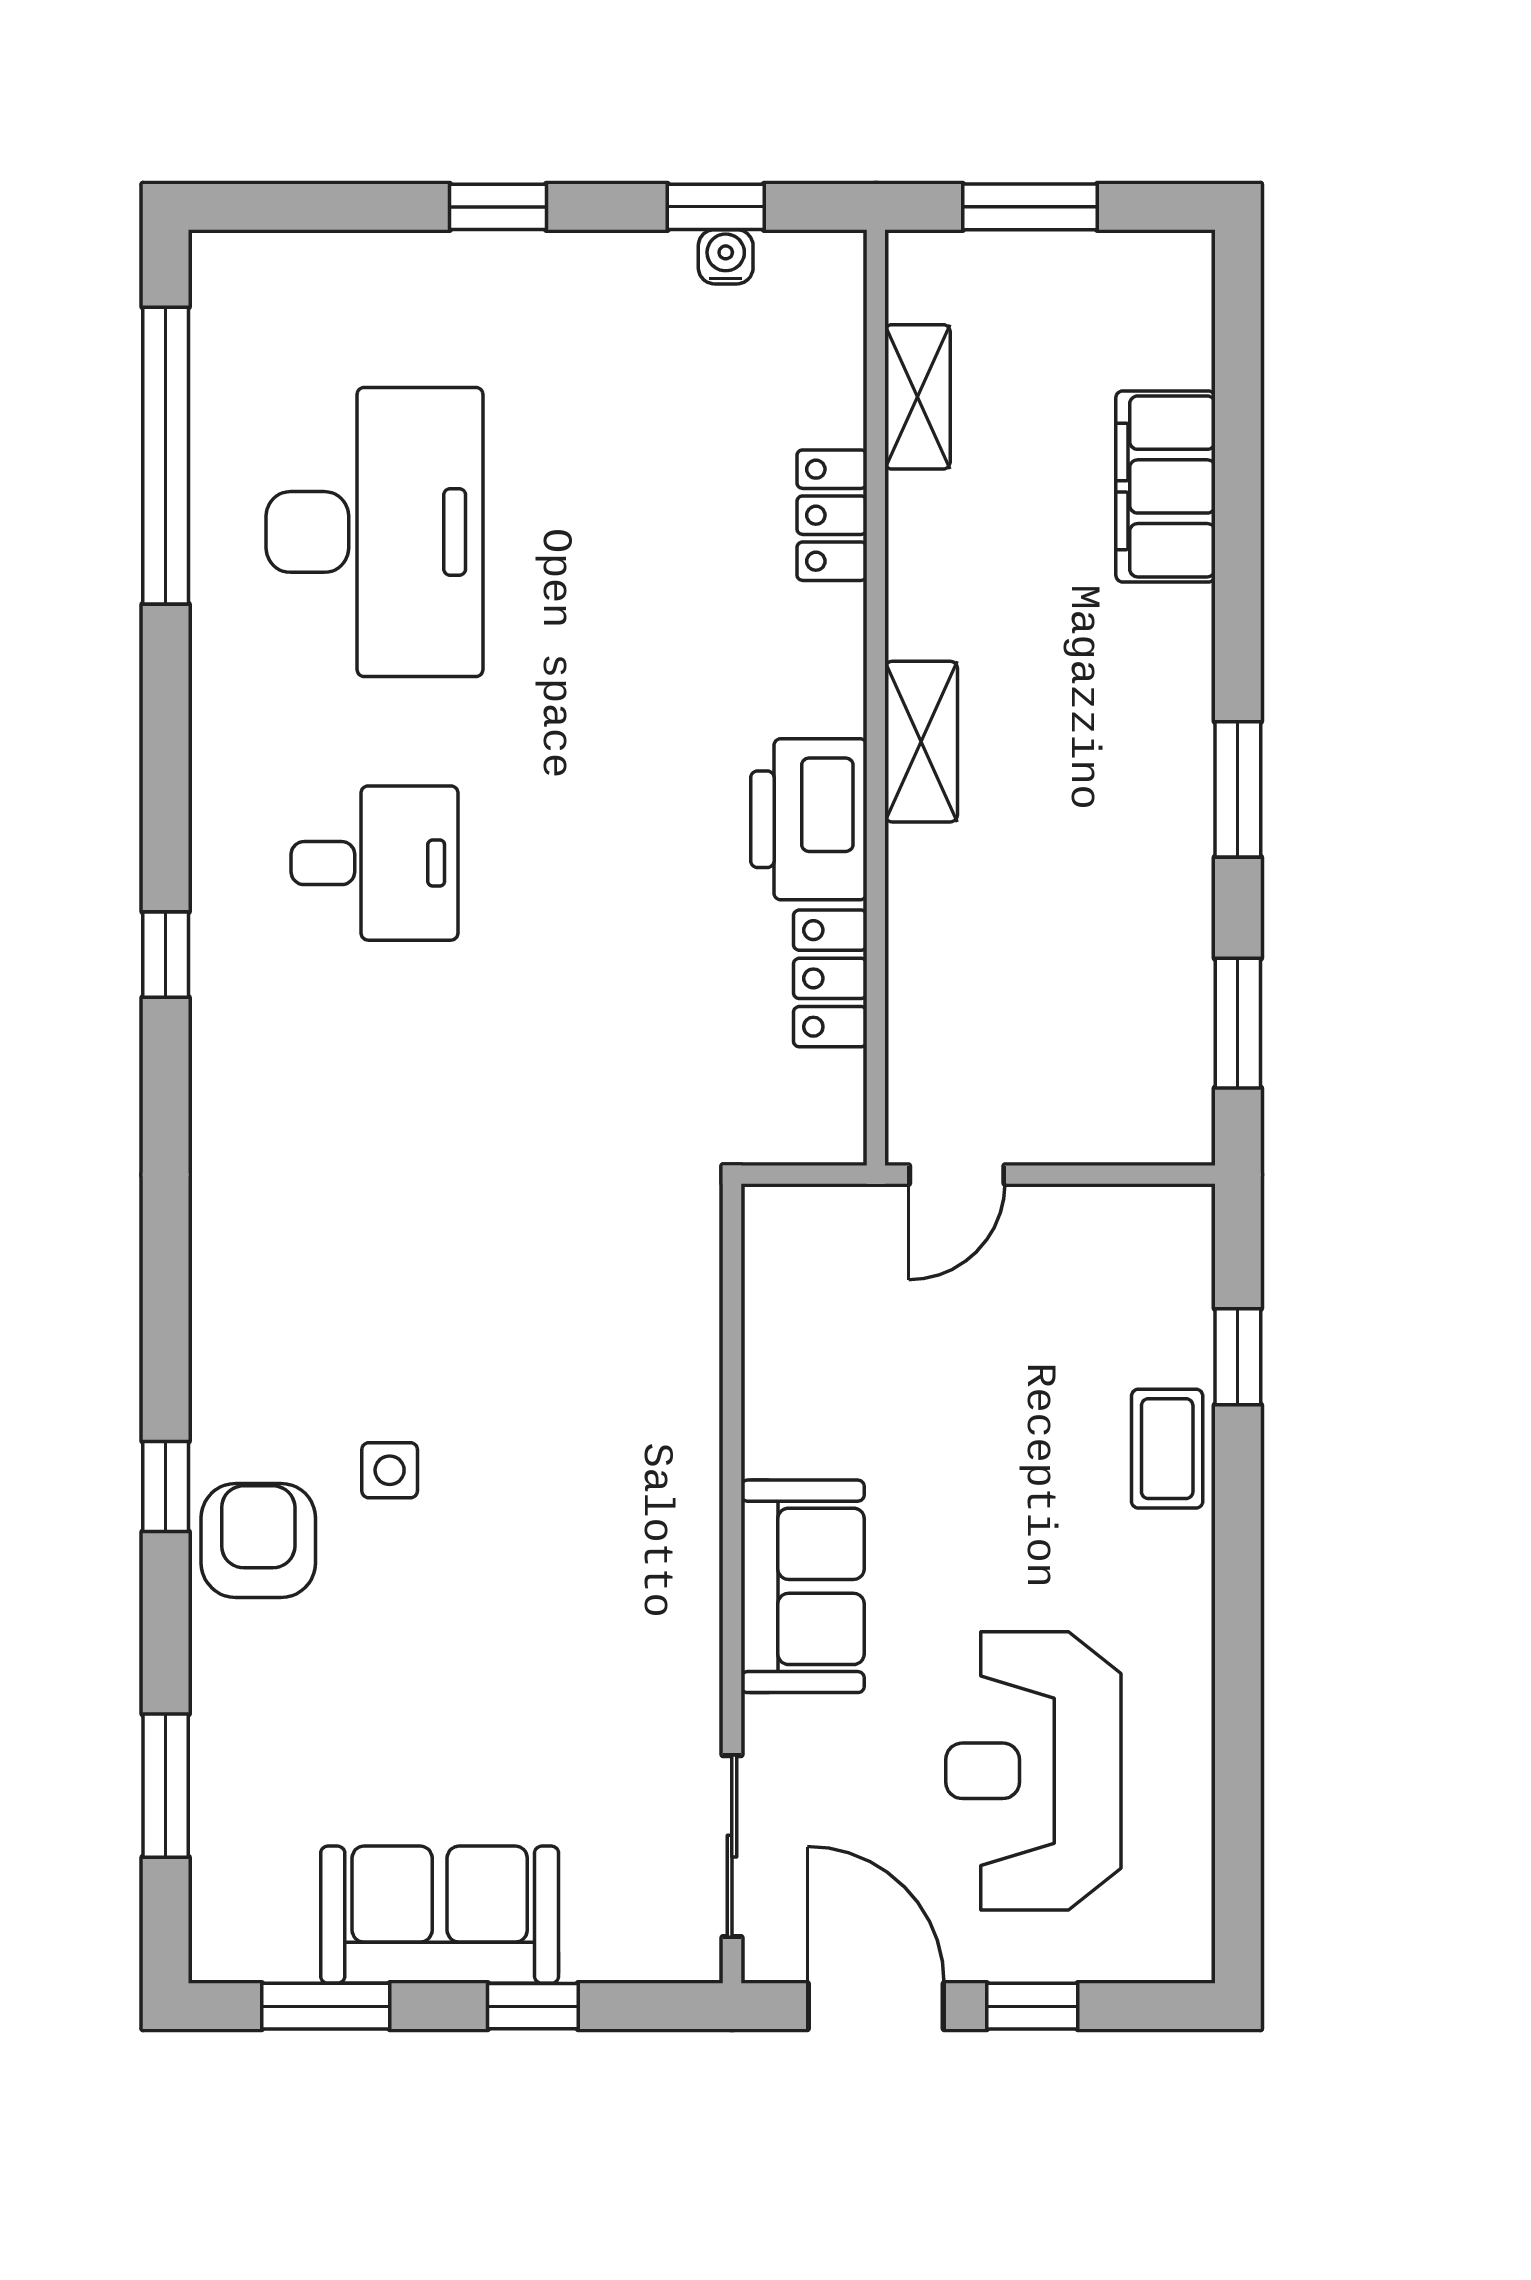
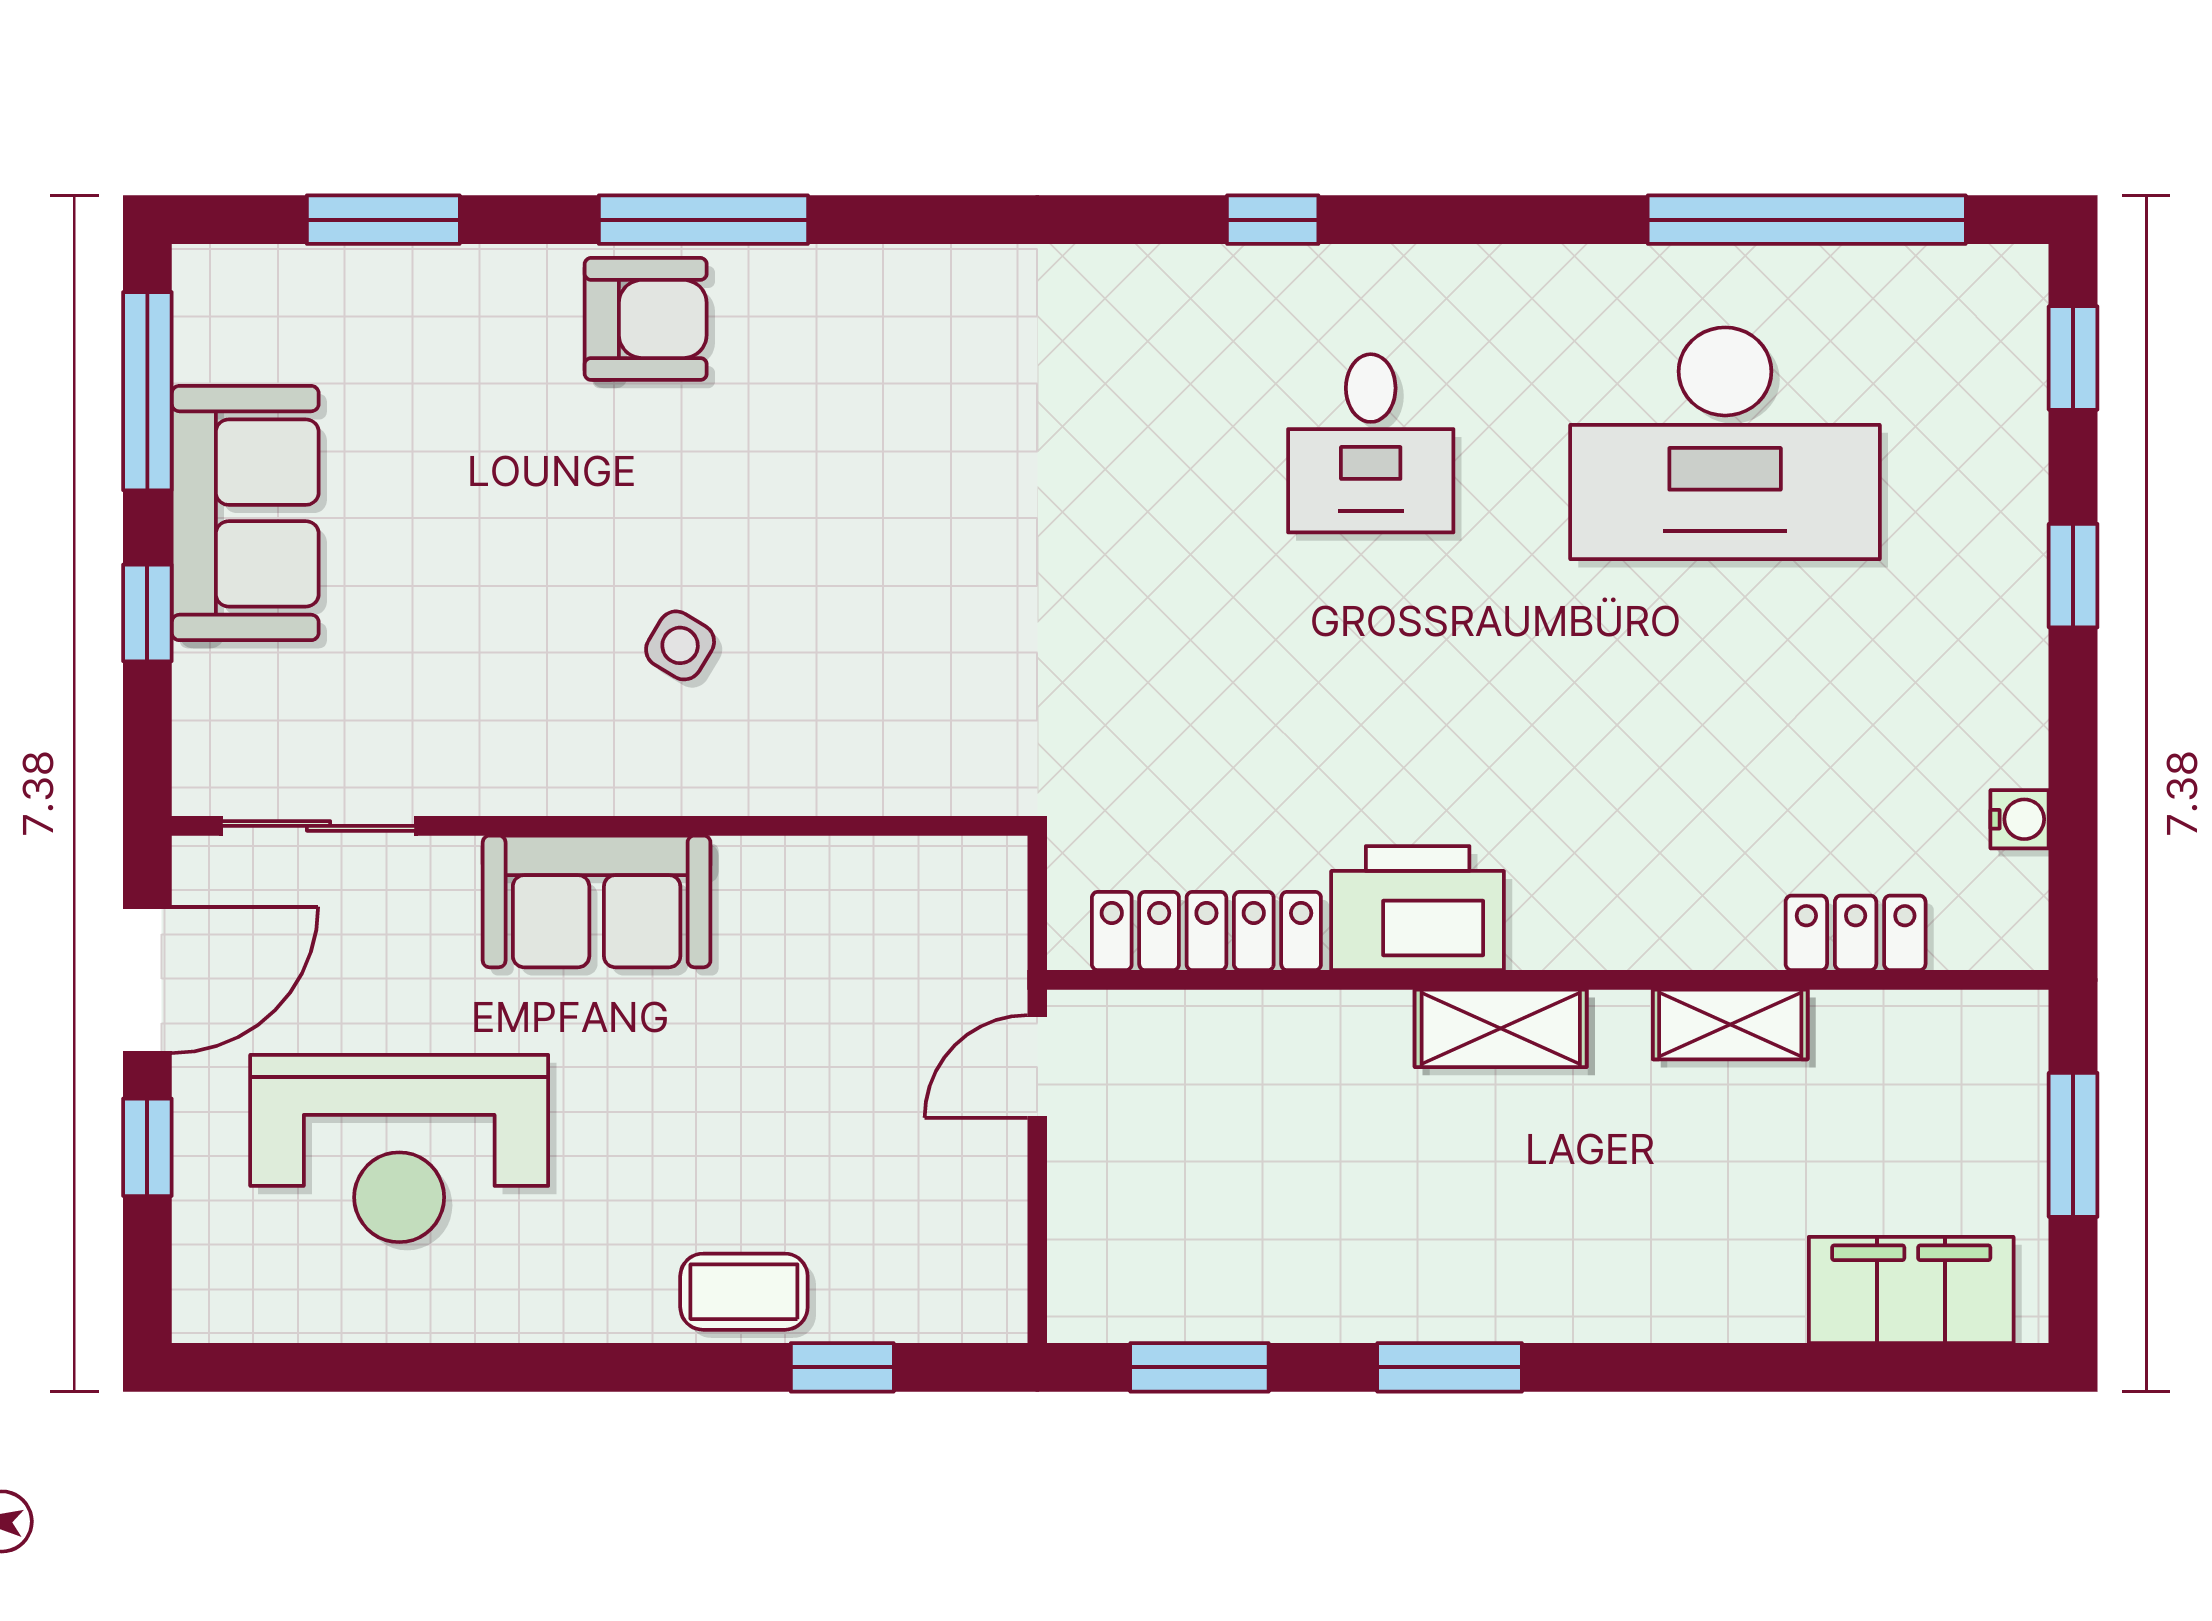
window: (716, 207) -> (2073, 358), moved
shelving: (917, 397) -> (1730, 1024), moved
filing cabinet: (1166, 486) -> (1911, 1290), moved
locker: (832, 515) -> (1856, 933), moved
locker: (830, 978) -> (1206, 931), width x1.53
door: (957, 1175) -> (1037, 1067), hinge flipped
side table: (390, 1470) -> (680, 645), moved, turned 31
window: (166, 1486) -> (703, 220), width x2.17
reception desk: (1033, 1771) -> (399, 1149), turned 180
window: (326, 2006) -> (147, 391), width x1.44

